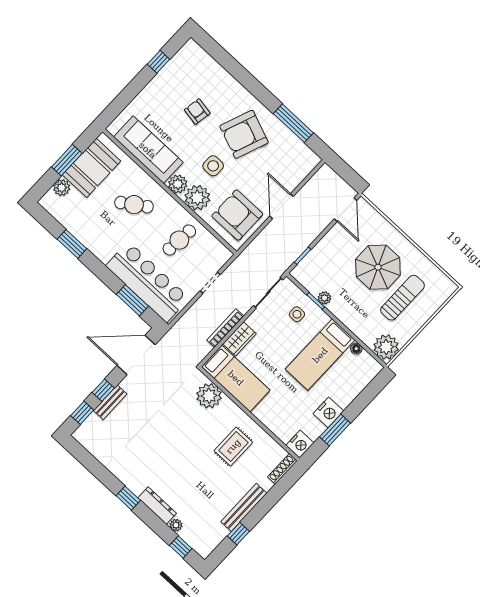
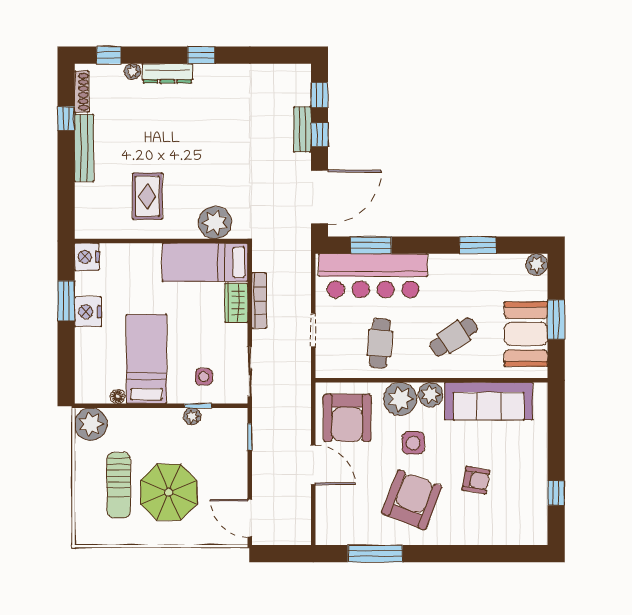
plant: (62, 188) -> (537, 264), moved
armchair: (237, 215) -> (347, 418), turned 90
shoe rack: (282, 469) -> (82, 92), moved

